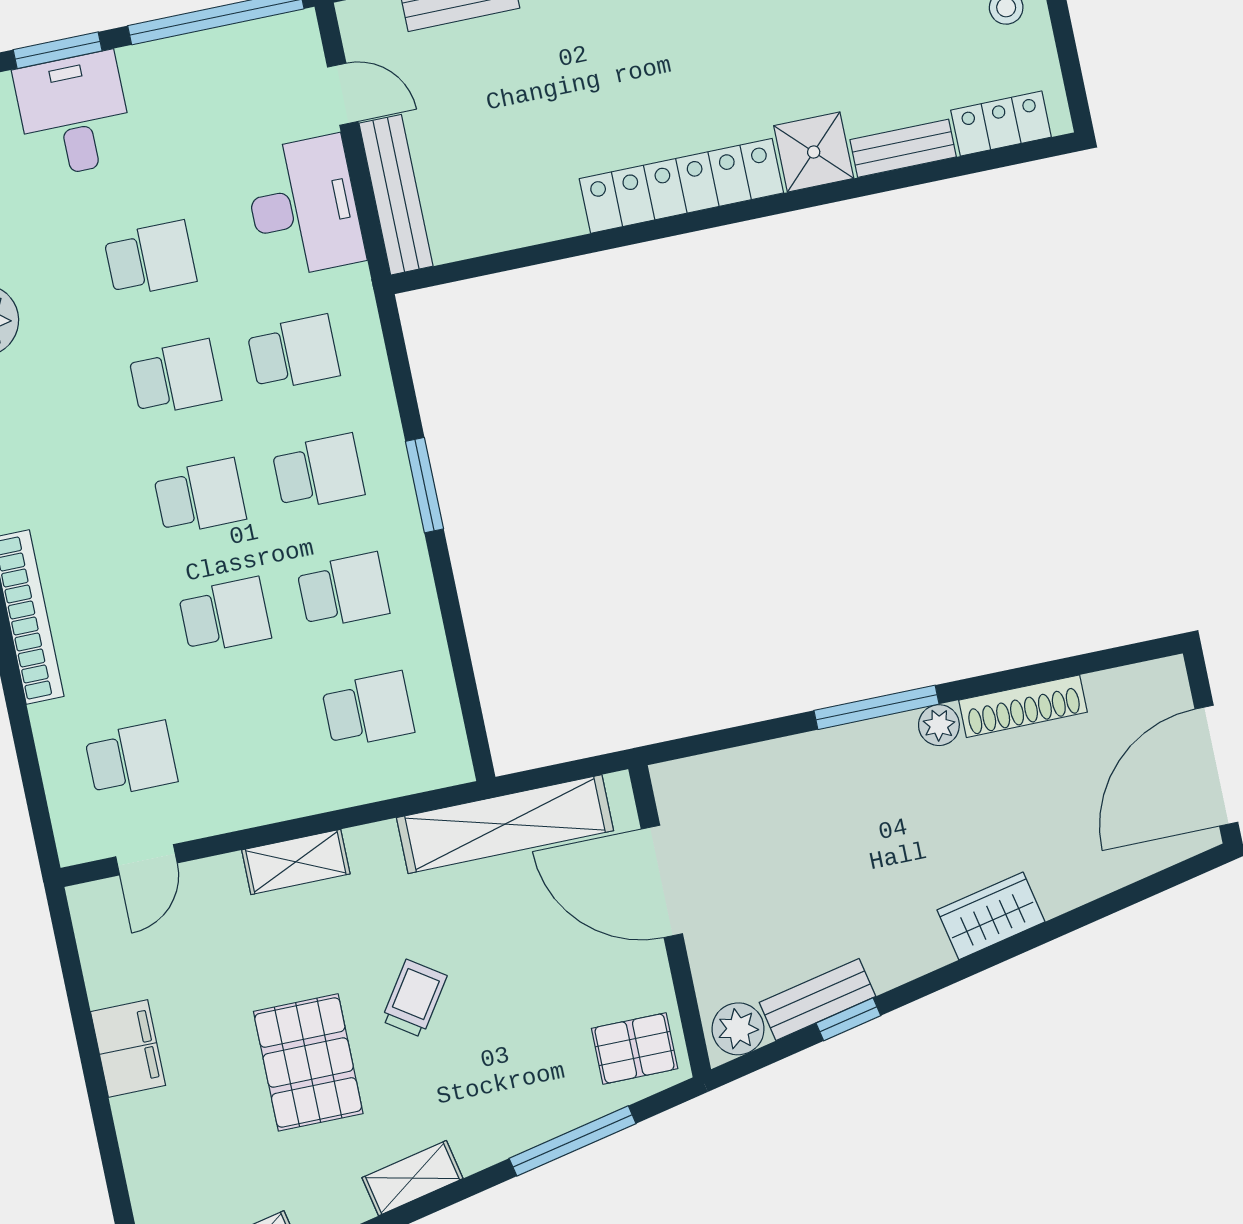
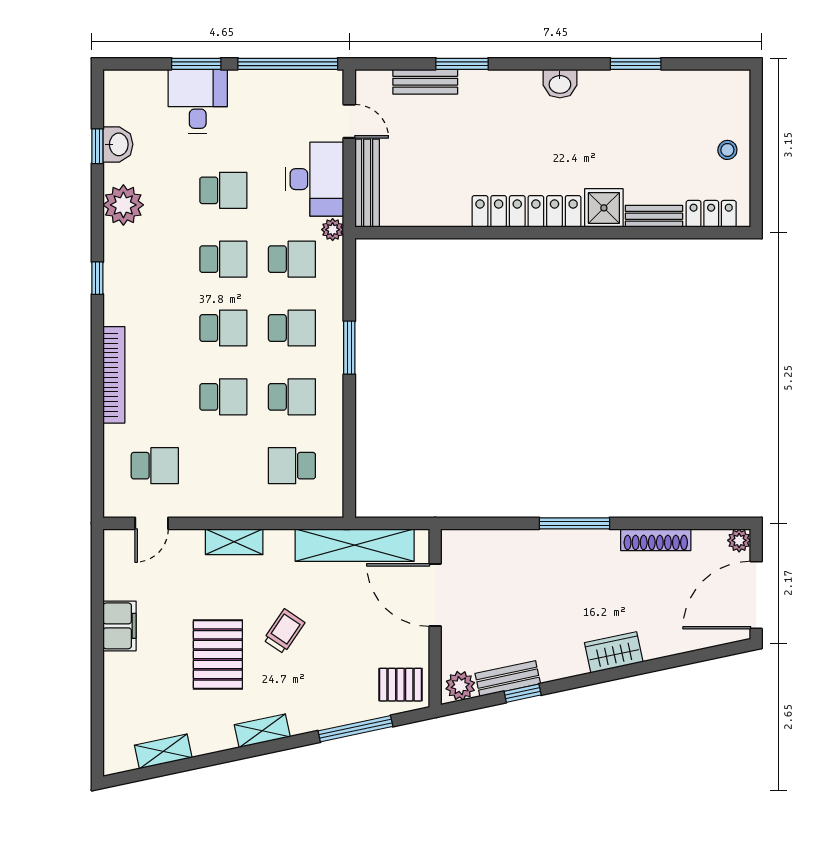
plant: (353, 287) -> (333, 230), added
school desk: (368, 710) -> (292, 466), turned 180
plant: (939, 725) -> (739, 540), moved

